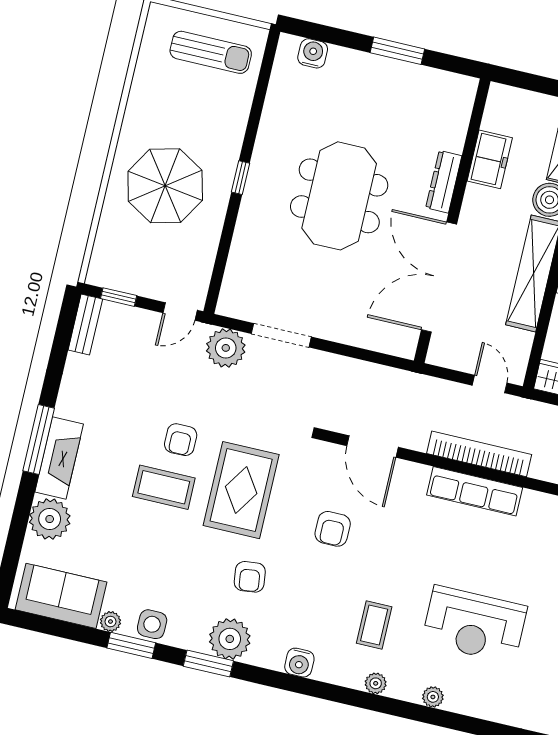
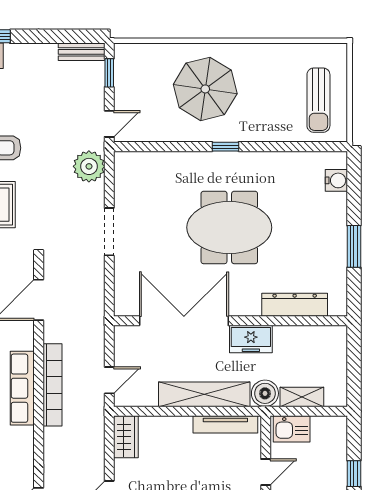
freezer: (490, 159) -> (251, 339), moved
dresser: (444, 182) -> (295, 305), moved, width x1.37, depth x1.24
door: (180, 311) -> (109, 124), swing flipped
doorway: (281, 335) -> (109, 232), moved

